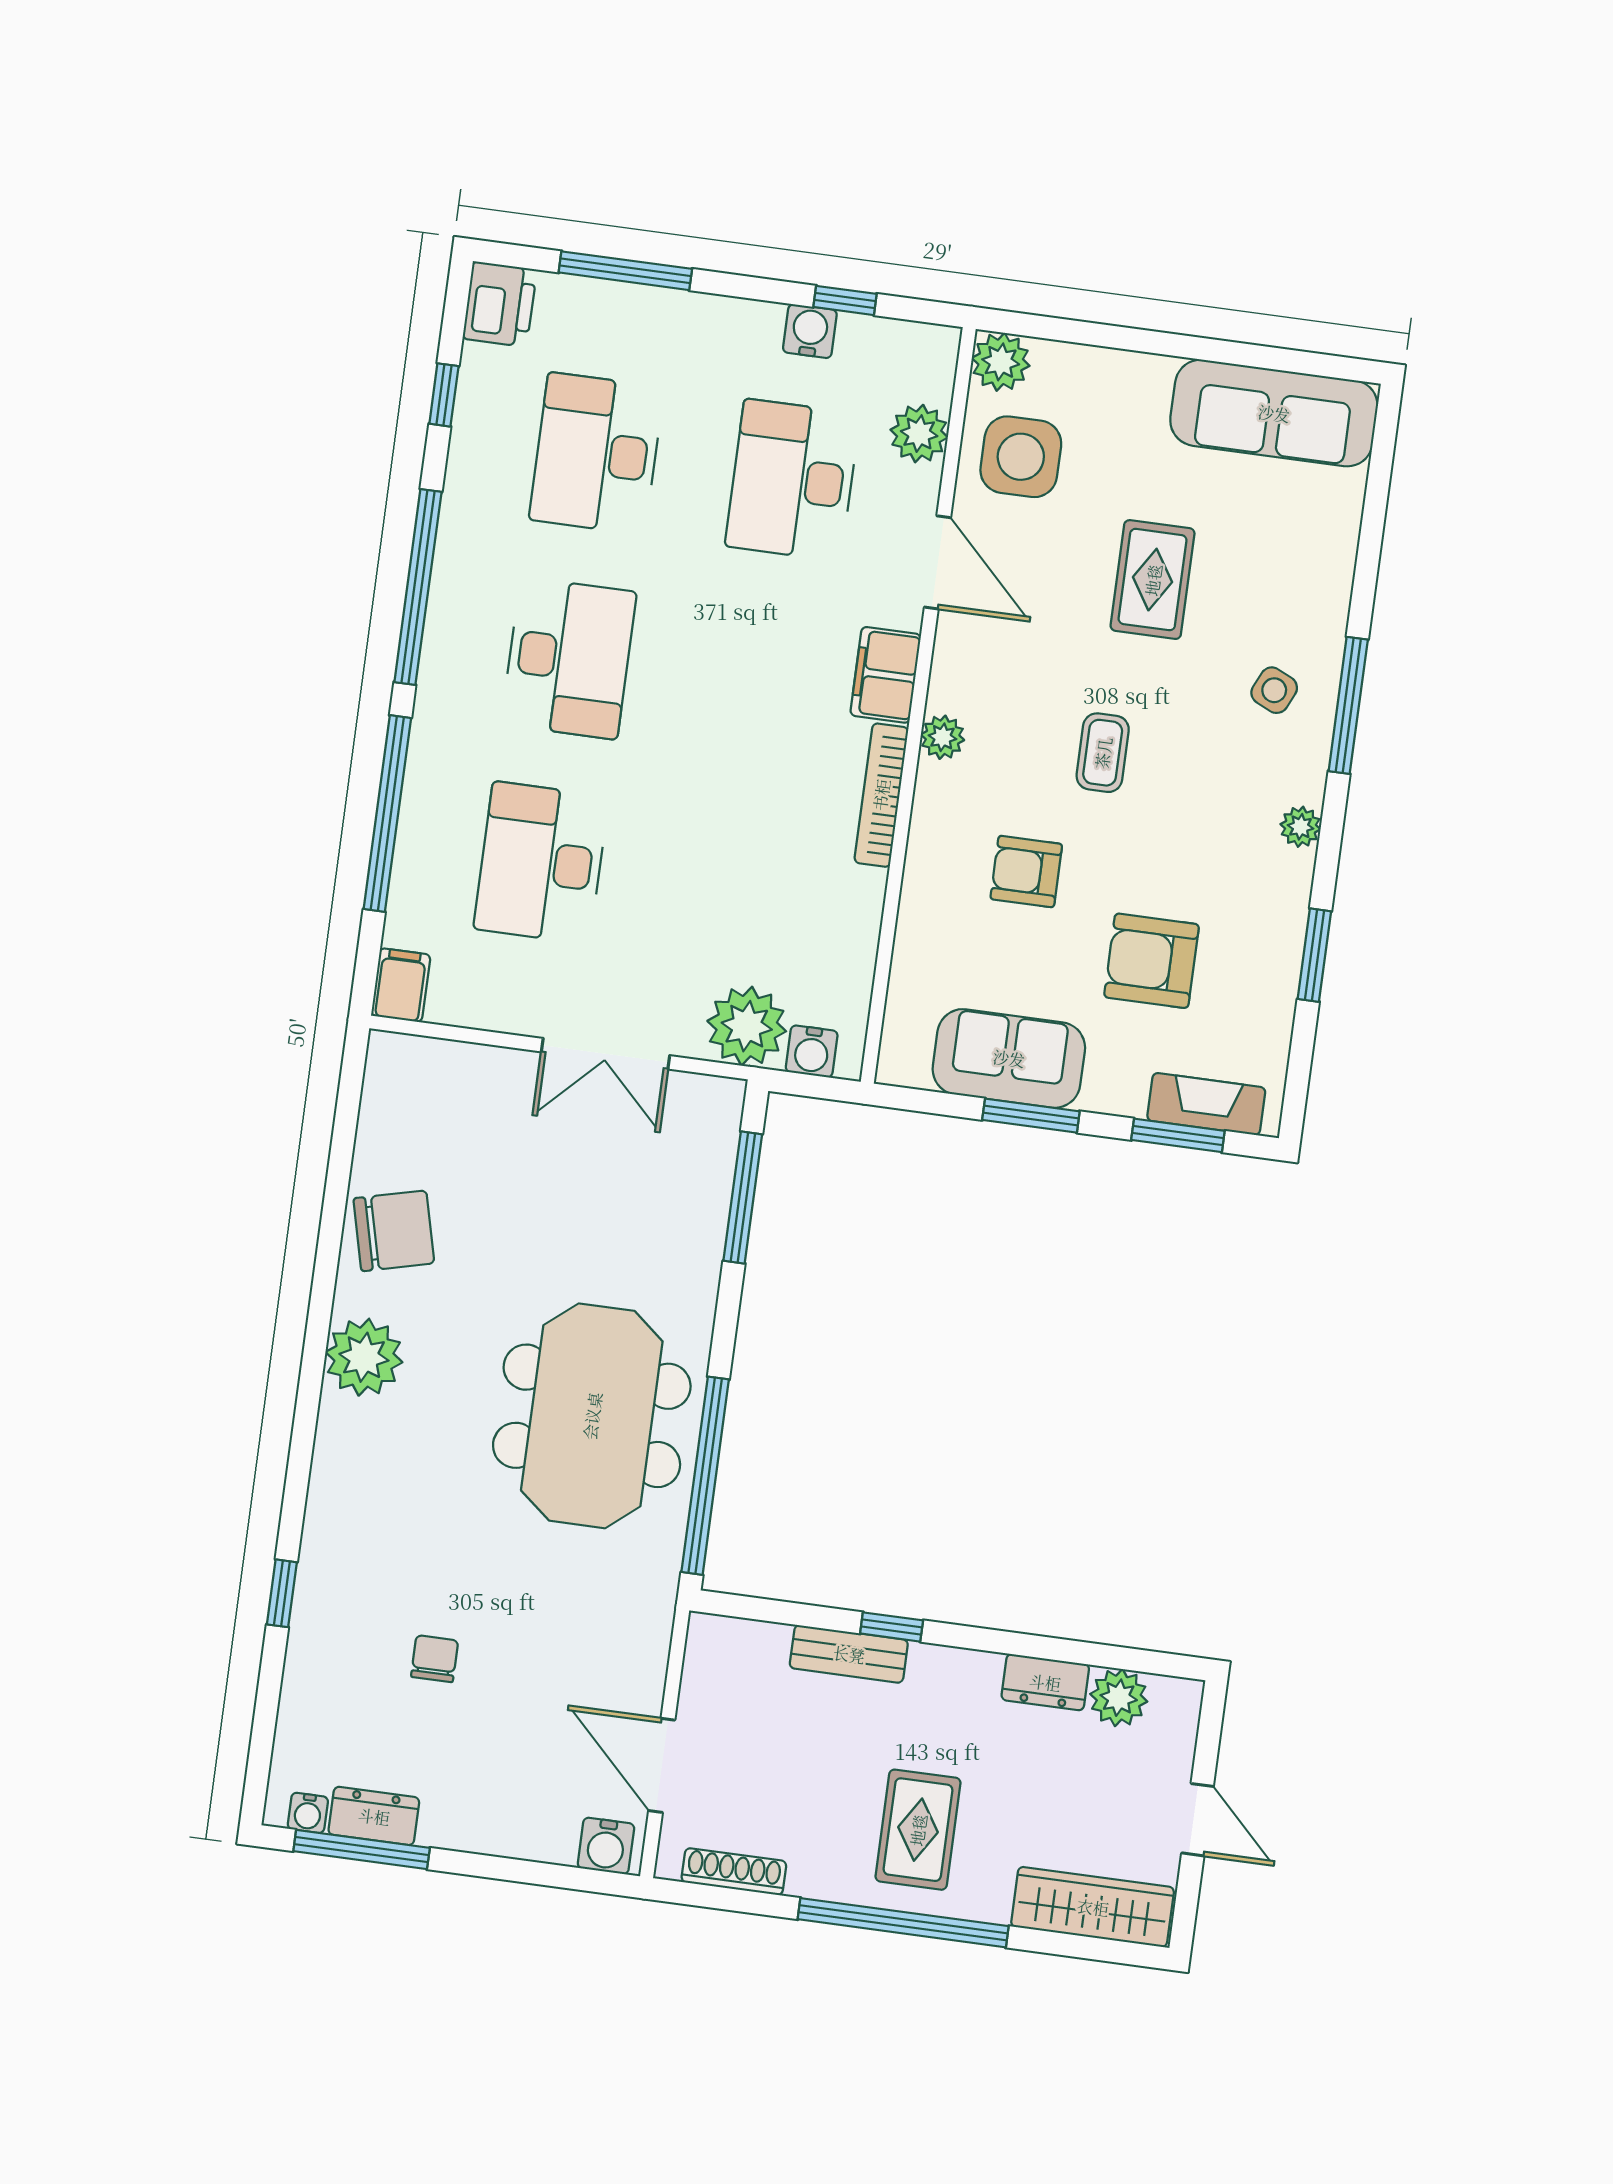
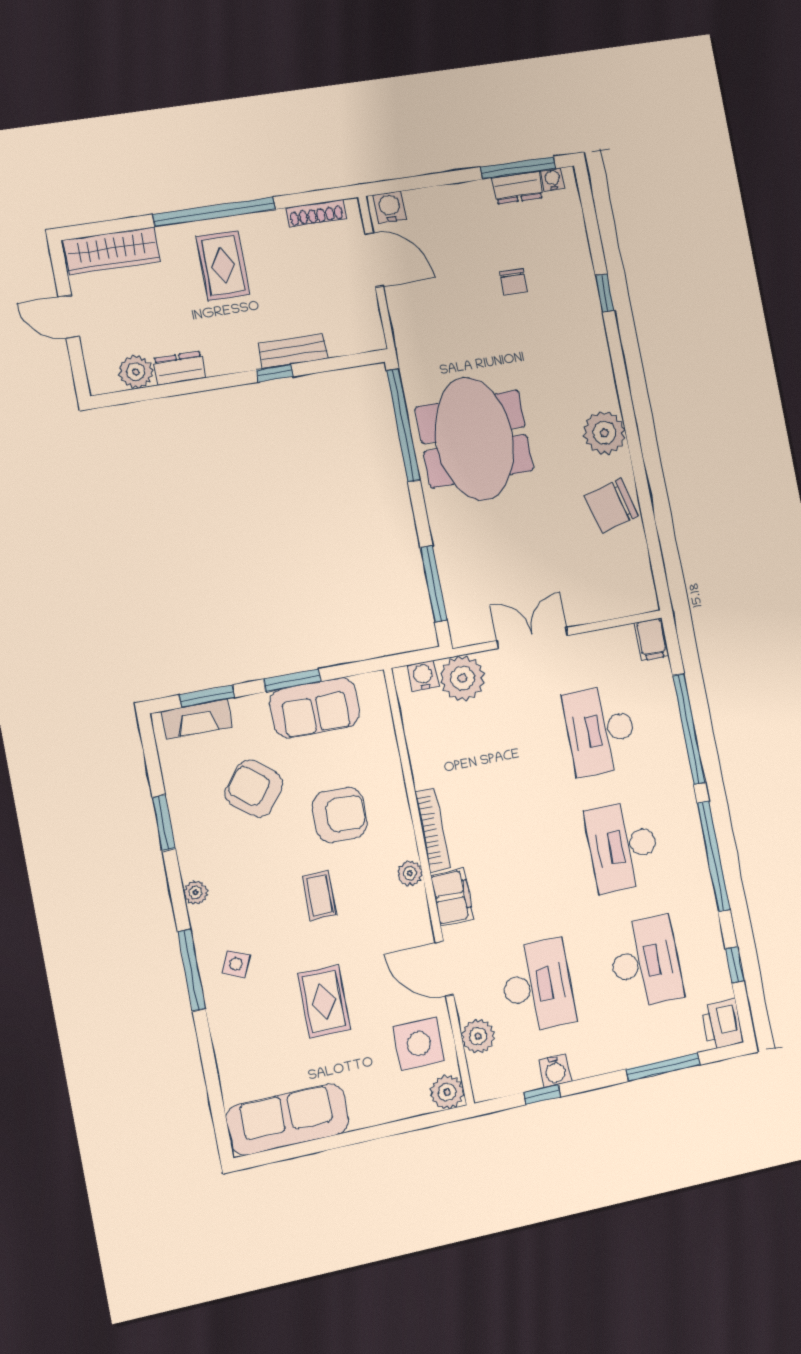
desk: (541, 863) -> (601, 730), turned 180
armchair: (1026, 872) -> (340, 815), width x1.38, depth x1.38
armchair: (1152, 961) -> (254, 789), turned -142

